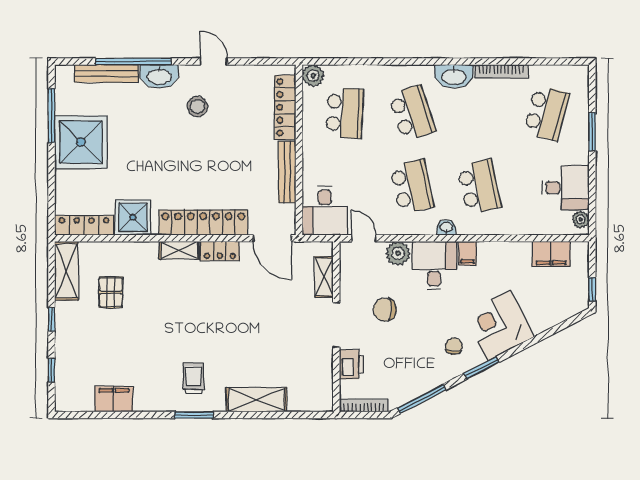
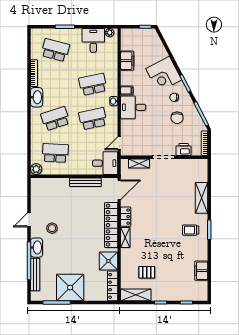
locker: (285, 107) -> (52, 183), removed
plant: (398, 253) -> (127, 126), removed
filing cabinet: (551, 254) -> (127, 61), moved
chair: (385, 310) -> (177, 118), moved

